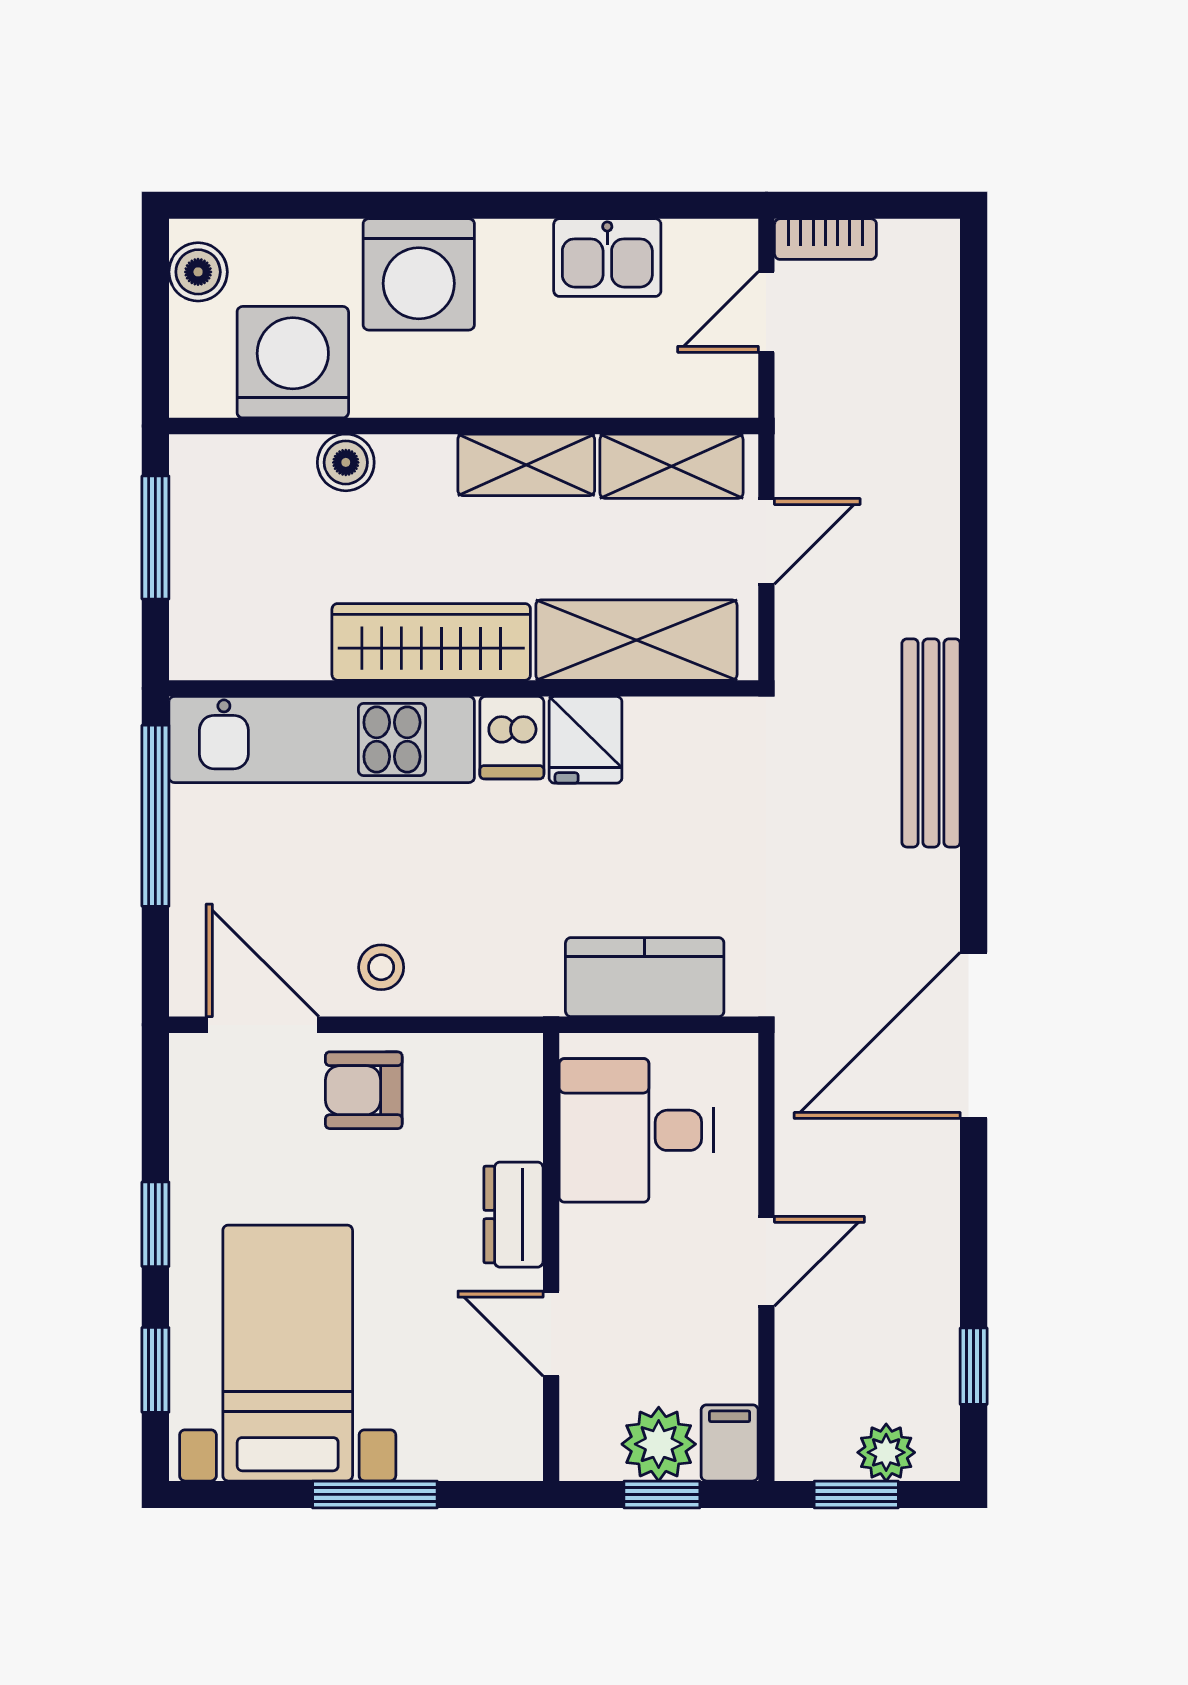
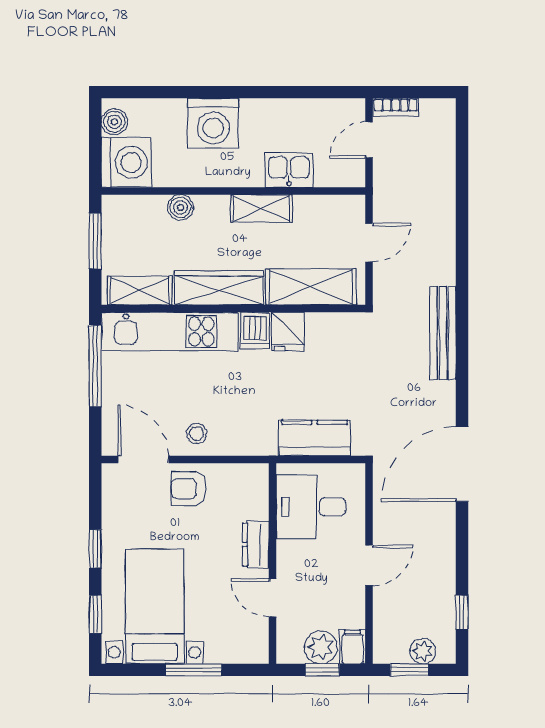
kitchen sink: (607, 258) -> (289, 170), moved, turned 180
washing machine: (293, 362) -> (126, 162), moved, turned 90
shelving: (672, 466) -> (140, 291), moved

